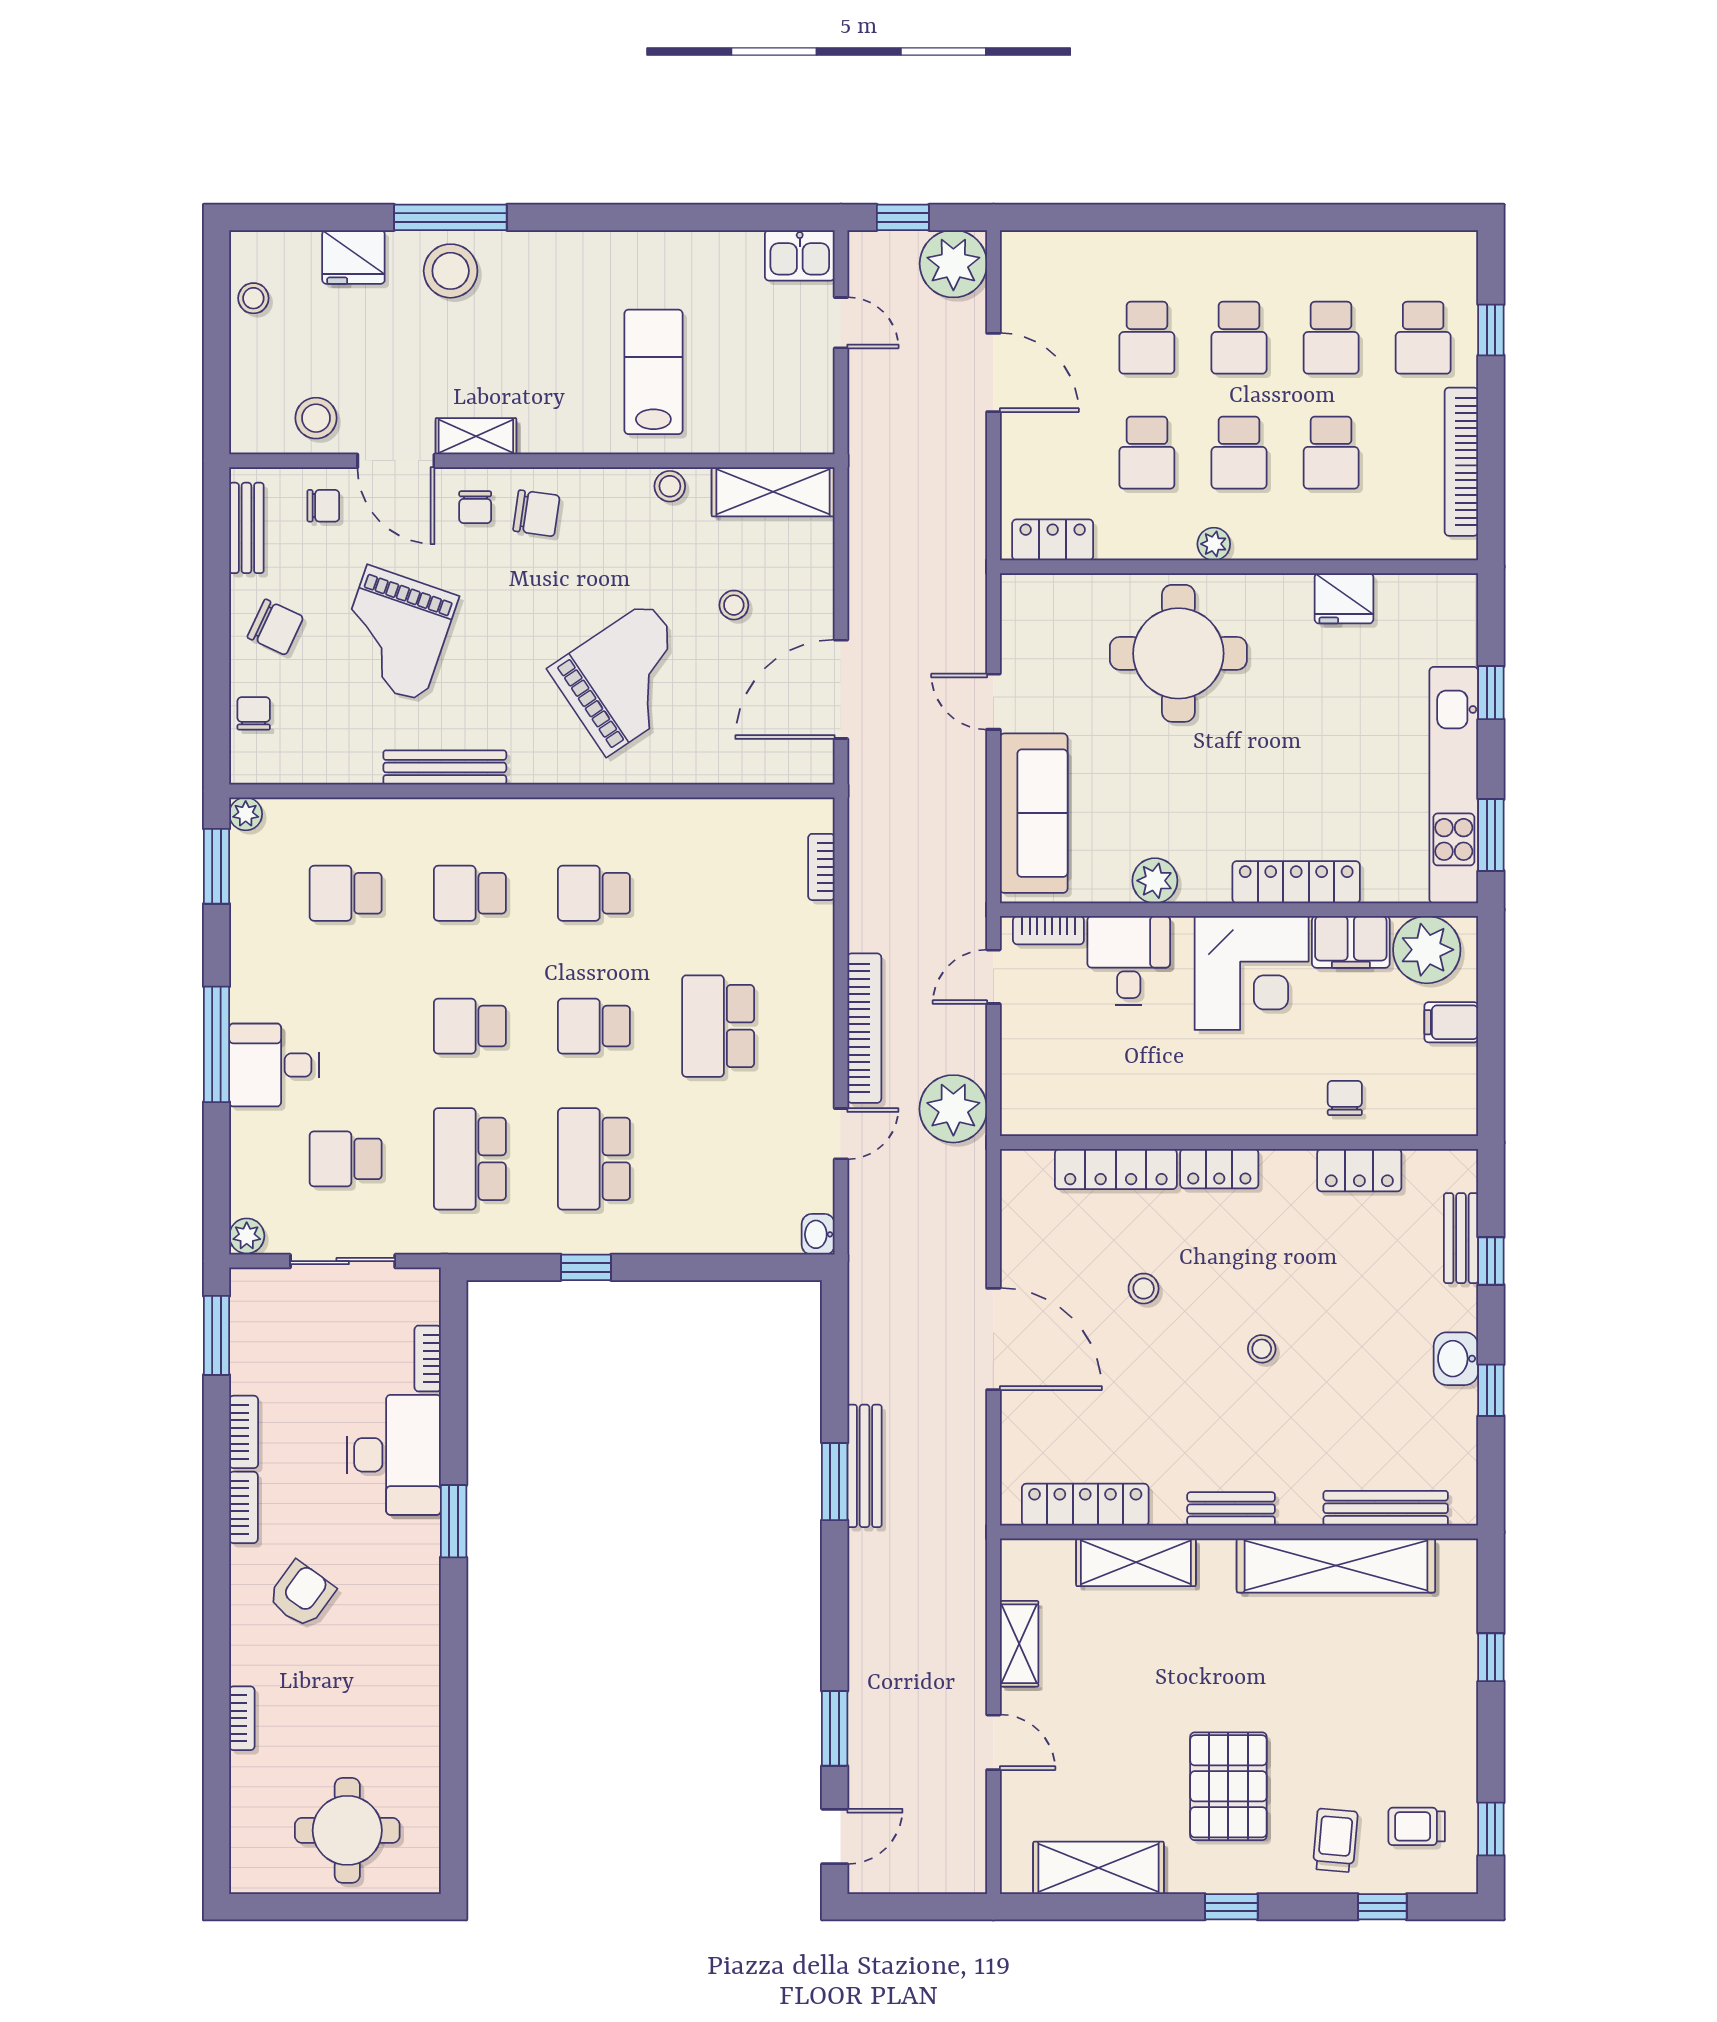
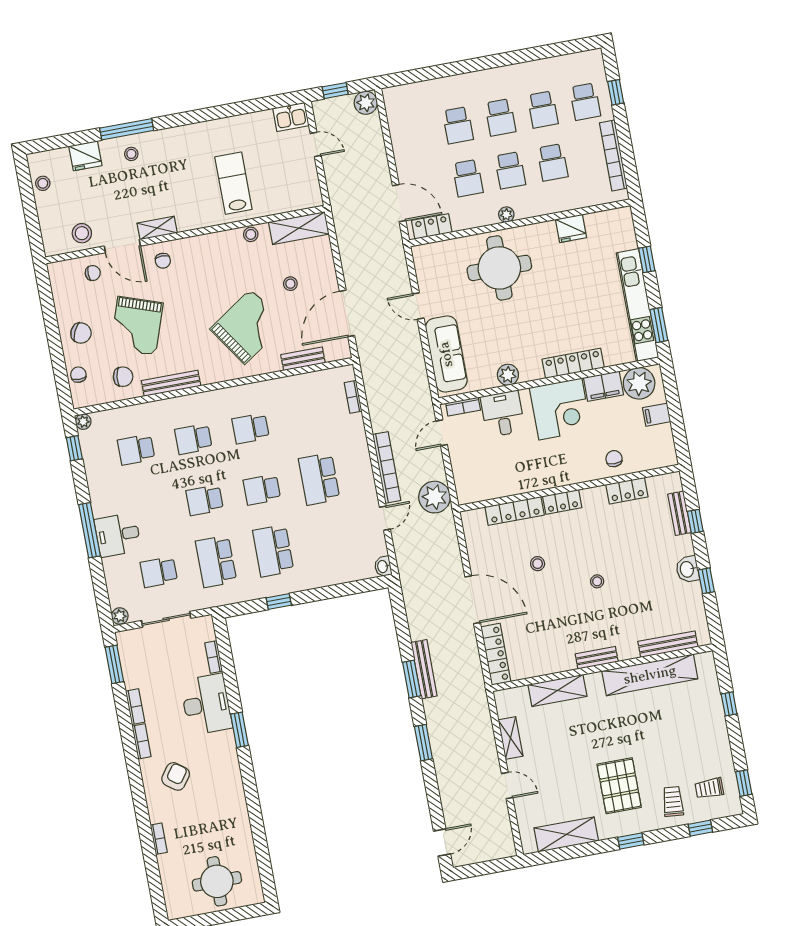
plant: (953, 264) -> (366, 103), width x0.73, depth x0.73
stool: (451, 271) -> (131, 154), width x0.53, depth x0.53
door: (993, 372) -> (399, 203), moved
chair: (536, 513) -> (123, 377), moved
bench: (246, 528) -> (303, 359), moved, turned 90
window: (216, 866) -> (74, 448), width x0.67
locker: (1085, 1505) -> (496, 654), moved, turned 90
window: (835, 1728) -> (423, 743), moved

